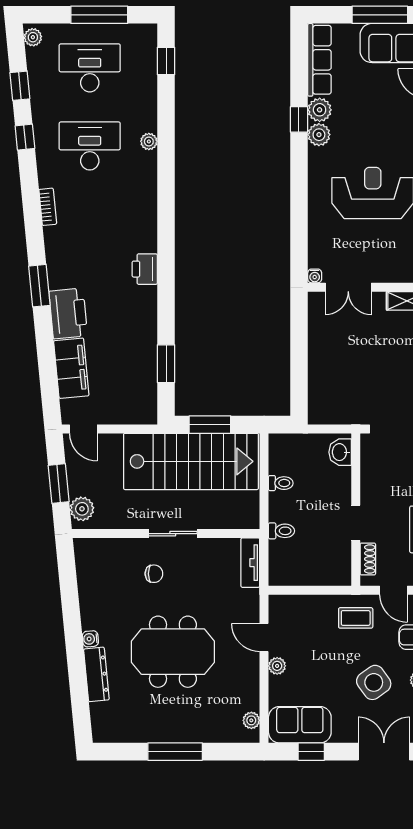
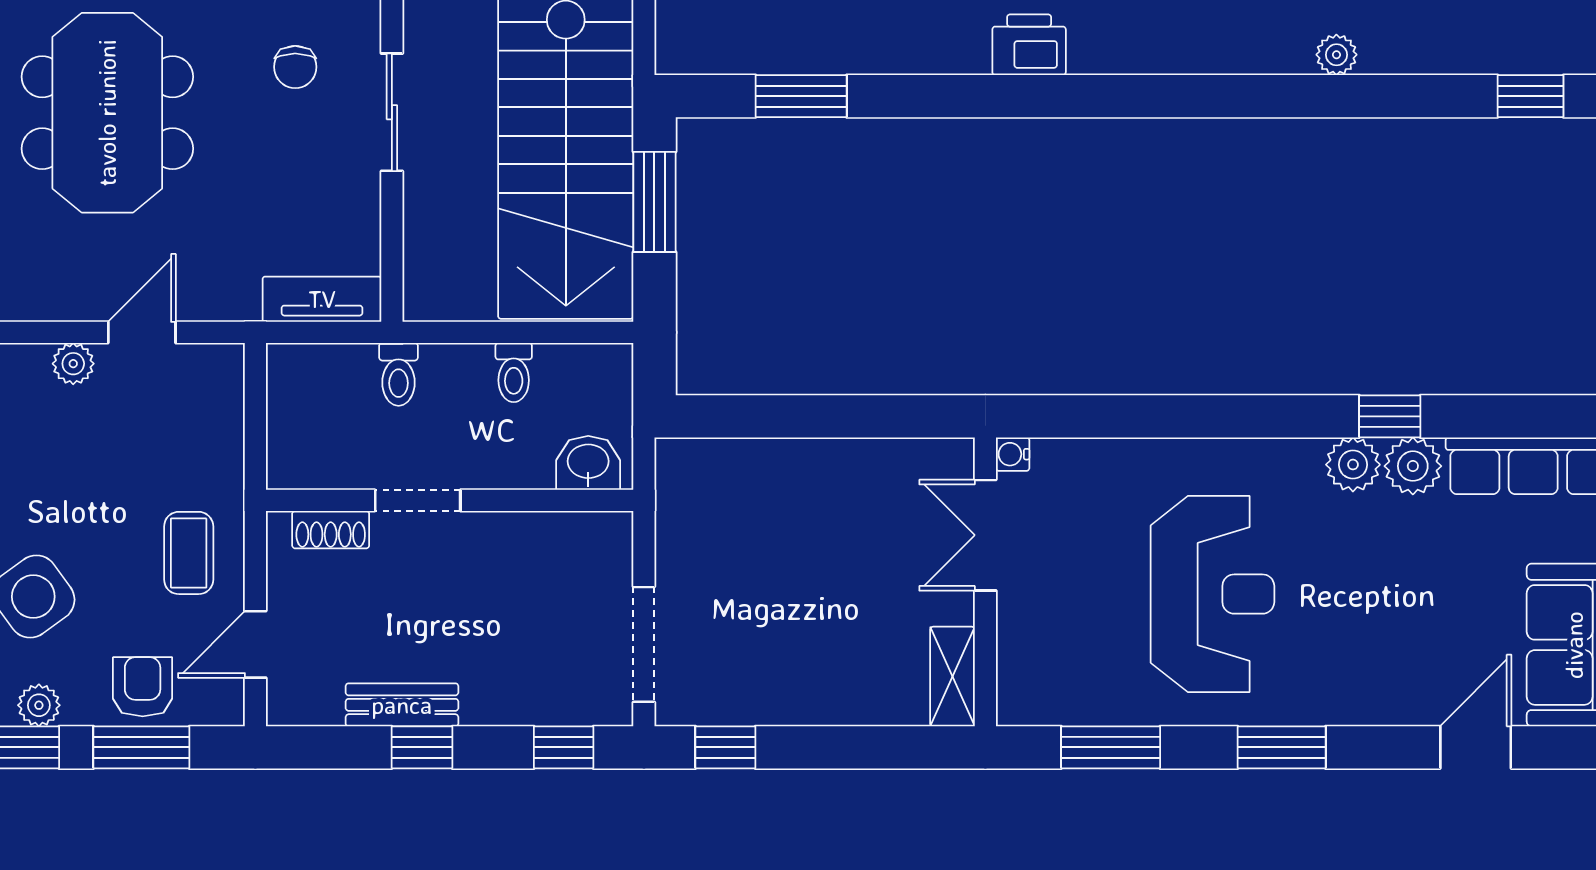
washbasin: (340, 452) -> (588, 463), moved
wall: (356, 510) -> (450, 500), moved
doorway: (356, 523) -> (418, 500), moved
shoe rack: (368, 559) -> (331, 530), moved

